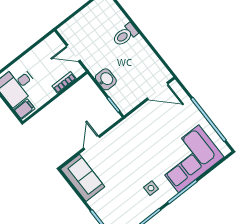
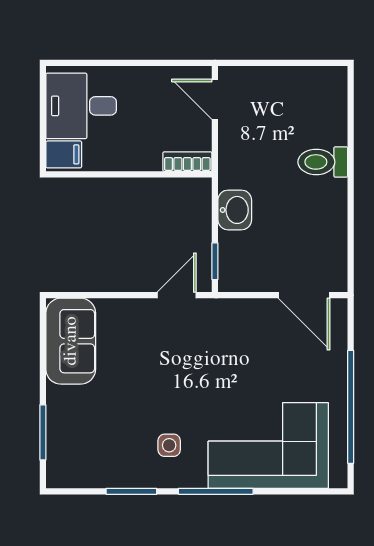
door: (73, 53) -> (215, 99), moved
bookcase: (64, 82) -> (187, 162), moved
door: (92, 143) -> (177, 295), moved

